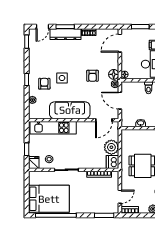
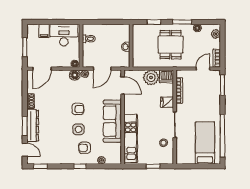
door: (120, 43) -> (42, 69), hinge flipped
armchair: (93, 76) -> (78, 109), moved
fridge: (34, 162) -> (167, 102), moved
door: (120, 197) -> (203, 69), hinge flipped
bed: (49, 199) -> (205, 143), width x0.67

